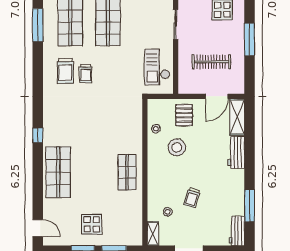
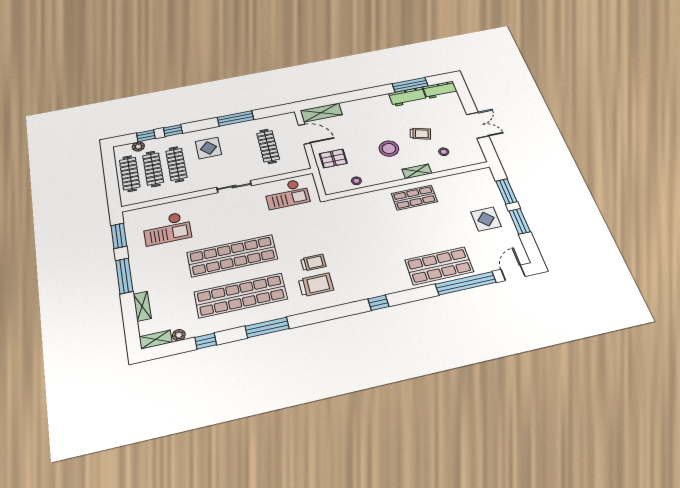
window: (38, 135) -> (378, 303), moved
stool: (177, 147) -> (389, 149), moved
workbench: (236, 152) -> (408, 97), moved
window: (38, 188) -> (466, 283), added
shelving: (153, 234) -> (417, 171), moved

